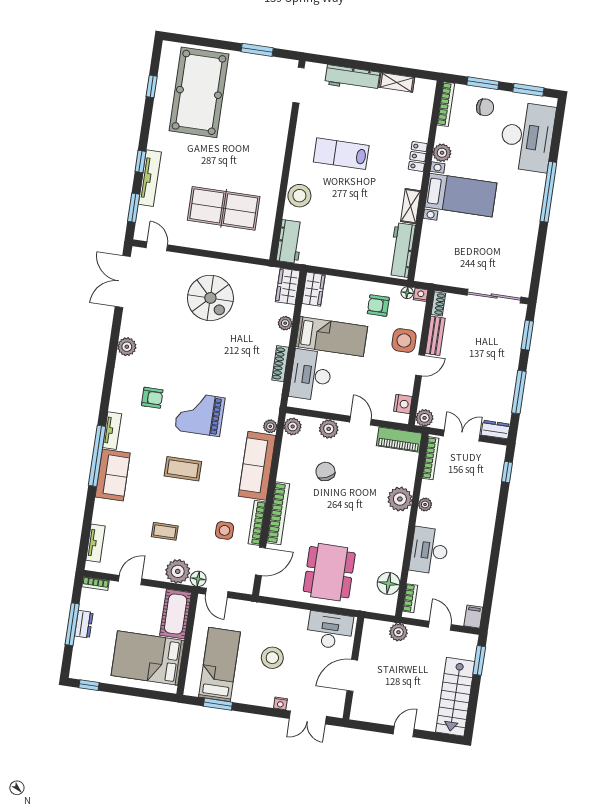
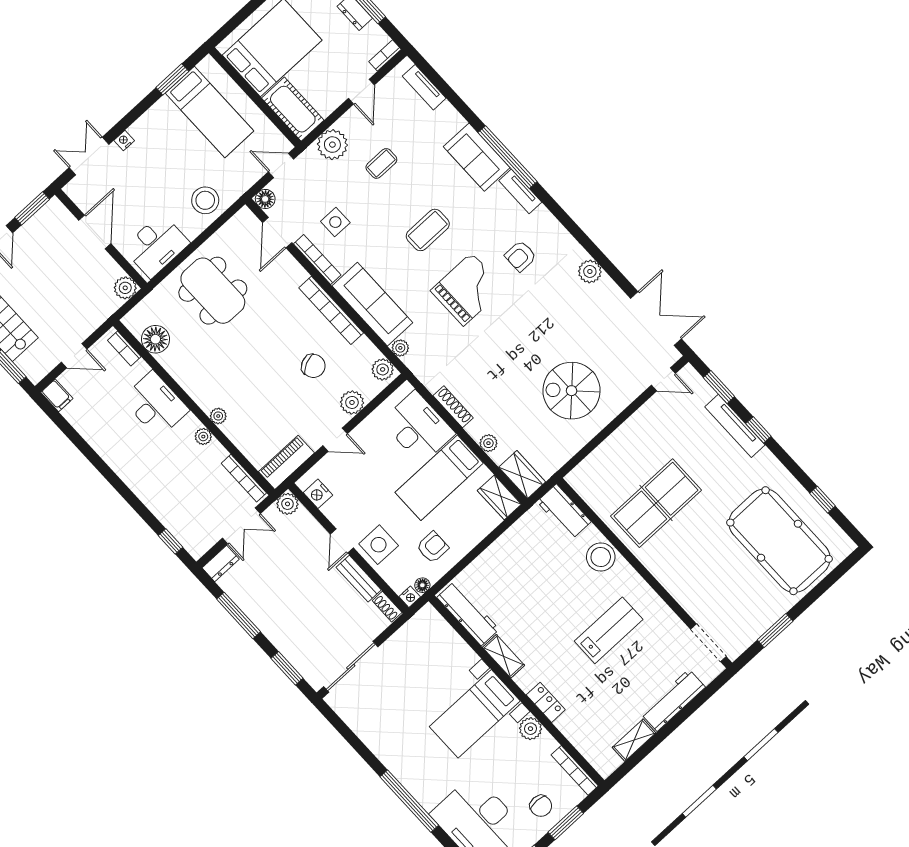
chair: (485, 107) -> (541, 806), turned -88
table tennis table: (224, 208) -> (656, 503), moved
plant: (400, 499) -> (218, 416), width x0.53, depth x0.53
bookcase: (278, 513) -> (331, 310), moved
floor lamp: (198, 579) -> (265, 199), moved
plant: (398, 632) -> (125, 288), moved
stool: (272, 658) -> (205, 200), moved
window: (369, 727) -> (32, 208), added

